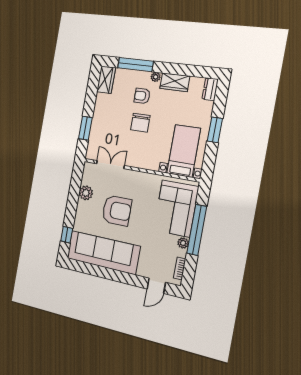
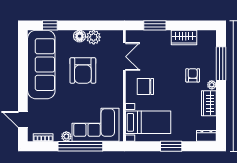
wardrobe: (106, 80) -> (184, 38), moved
chair: (140, 123) -> (145, 87), moved
floor lamp: (82, 207) -> (80, 36), added

